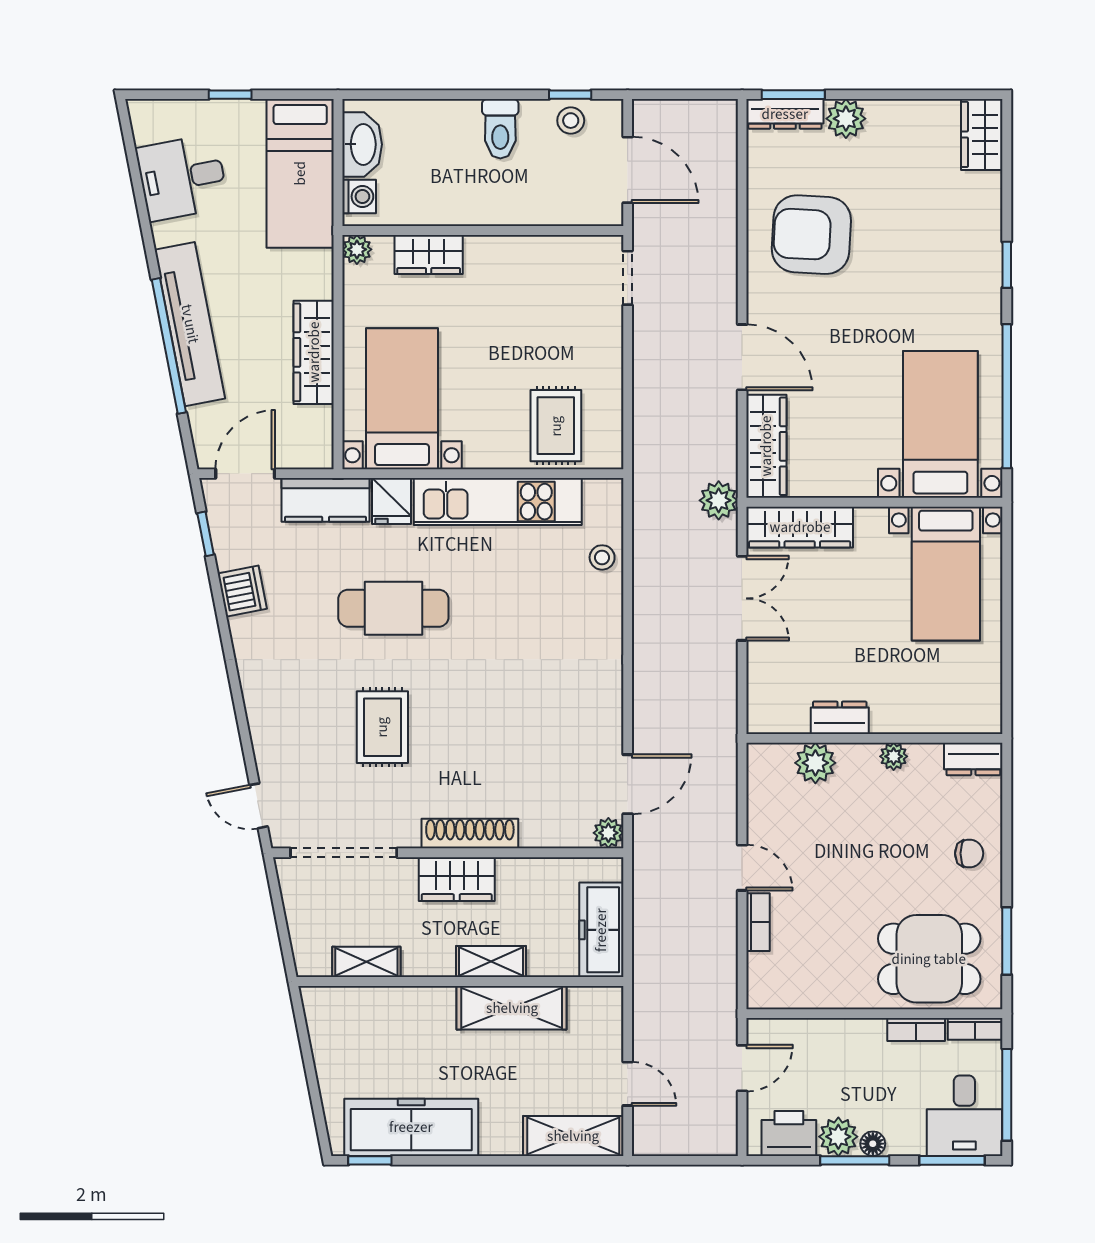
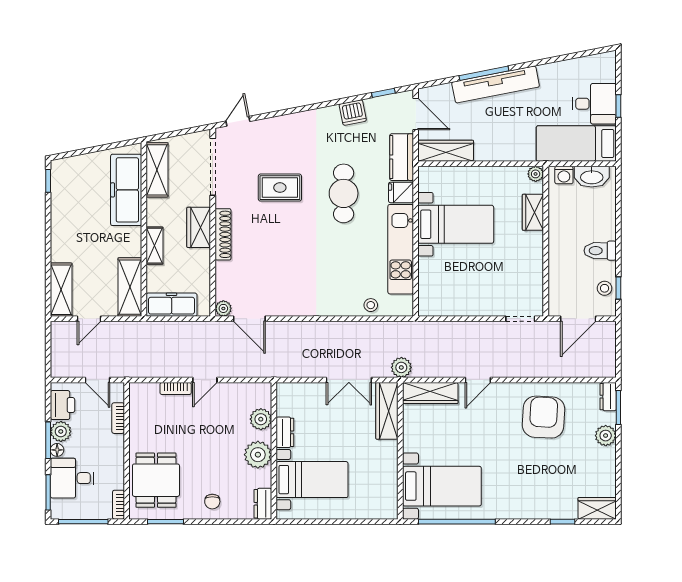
dresser: (785, 114) -> (608, 397), width x0.70
desk: (182, 178) -> (594, 104), moved, turned 101
window: (1007, 265) -> (562, 522), moved
window: (169, 346) -> (484, 73), width x0.68
wardrobe: (314, 352) -> (446, 151), moved
door: (742, 357) -> (478, 380), width x0.73
bed with nightstands: (402, 399) -> (456, 224), moved
rug: (556, 426) -> (441, 280), removed
bed with nightstands: (946, 574) -> (312, 480), moved, turned 180
plant: (894, 756) -> (258, 455), width x1.87, depth x1.87
shelving: (366, 962) -> (157, 170), width x1.50, depth x1.33
shelving: (512, 1008) -> (130, 287), moved
bookcase: (916, 1030) -> (118, 418), moved
desk: (964, 1116) -> (72, 478), moved
freezer: (411, 1127) -> (126, 190), moved, turned 180

